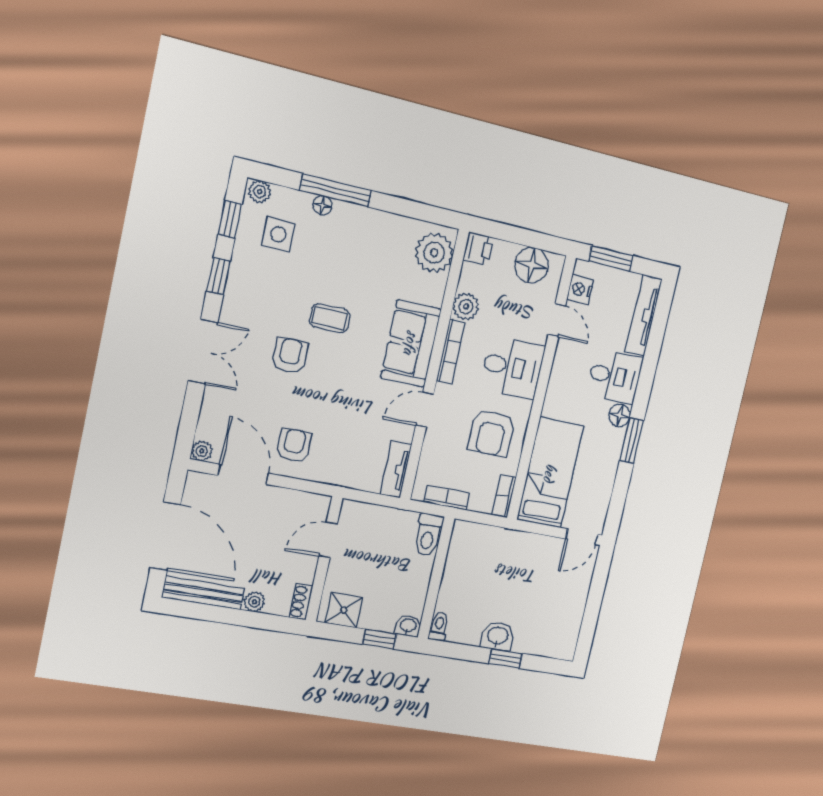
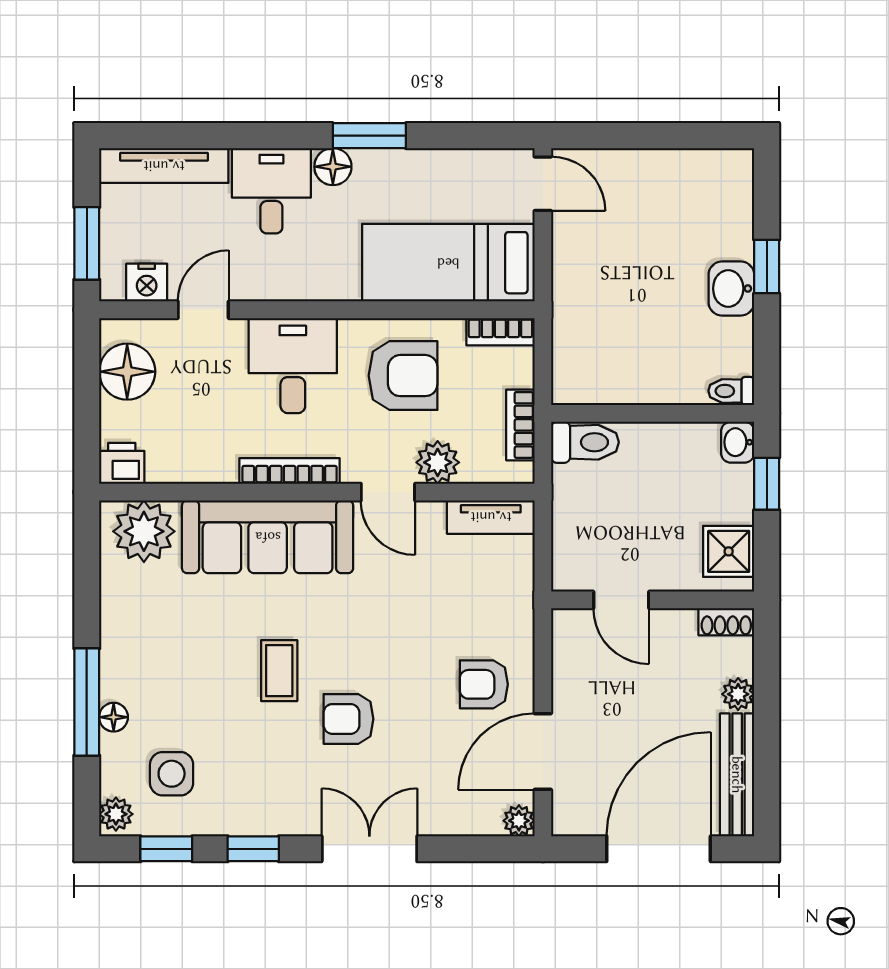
plant: (466, 307) -> (438, 462), moved
sofa: (411, 343) -> (268, 537), width x1.36

